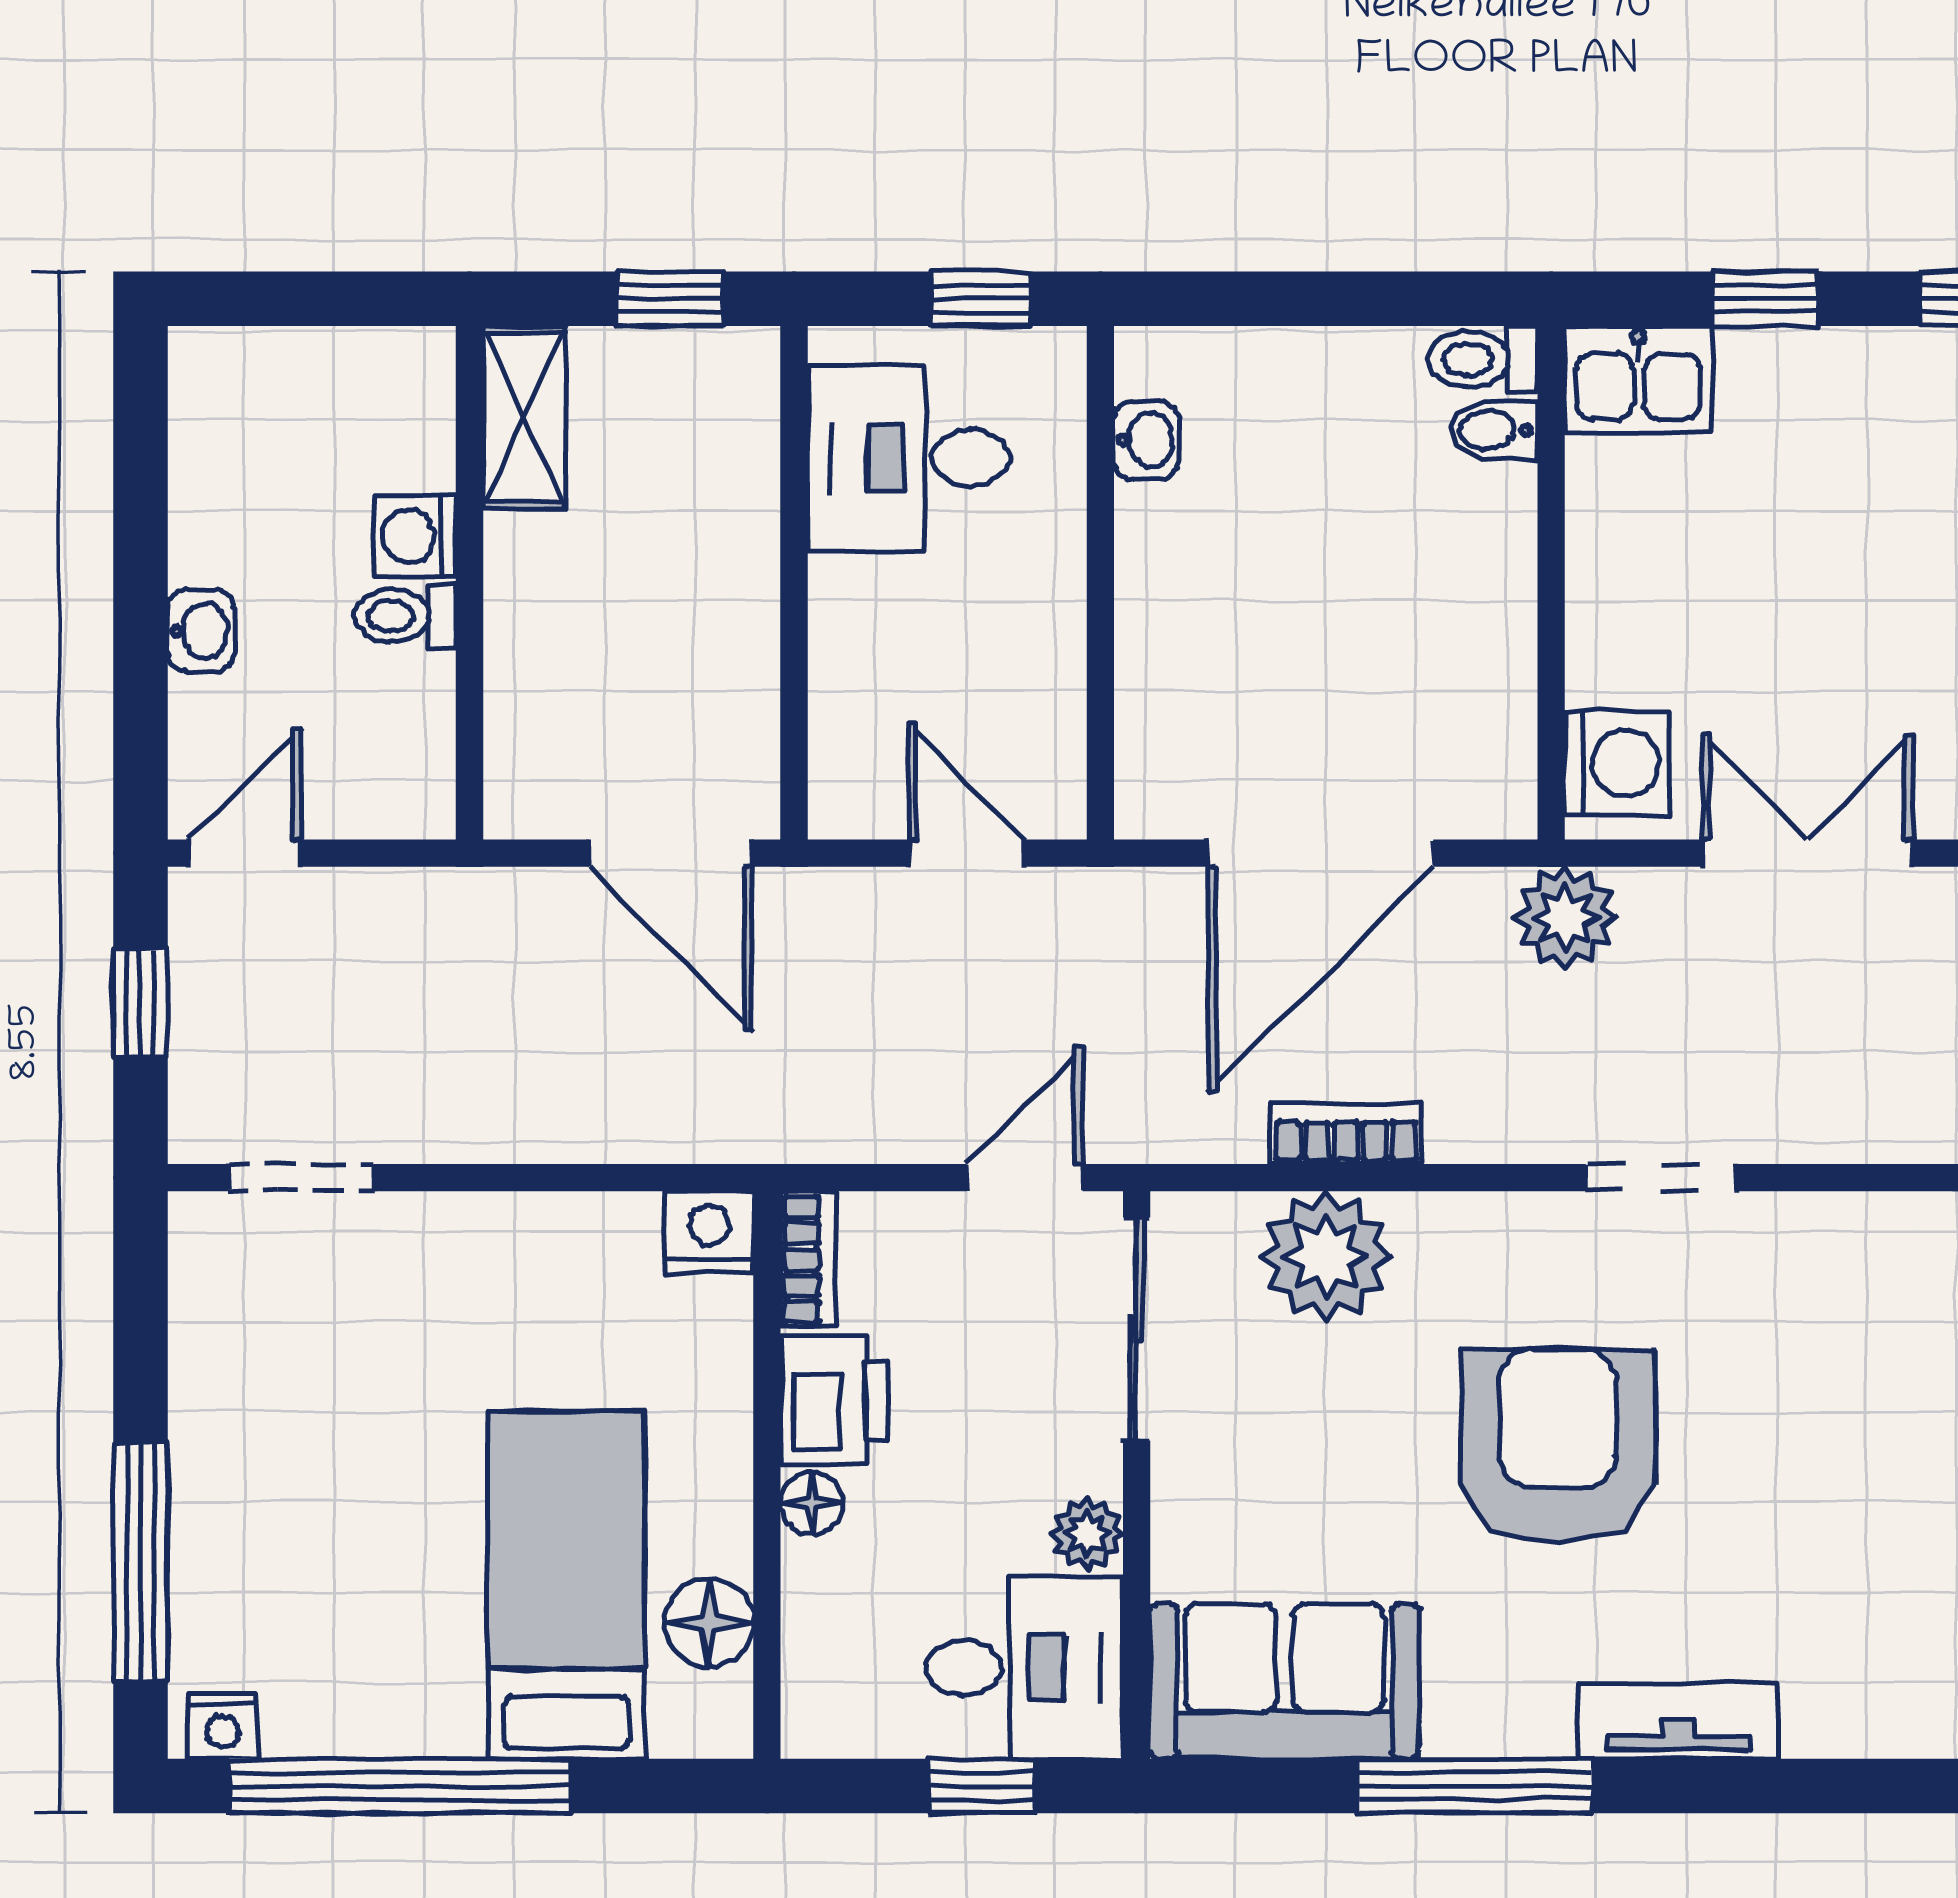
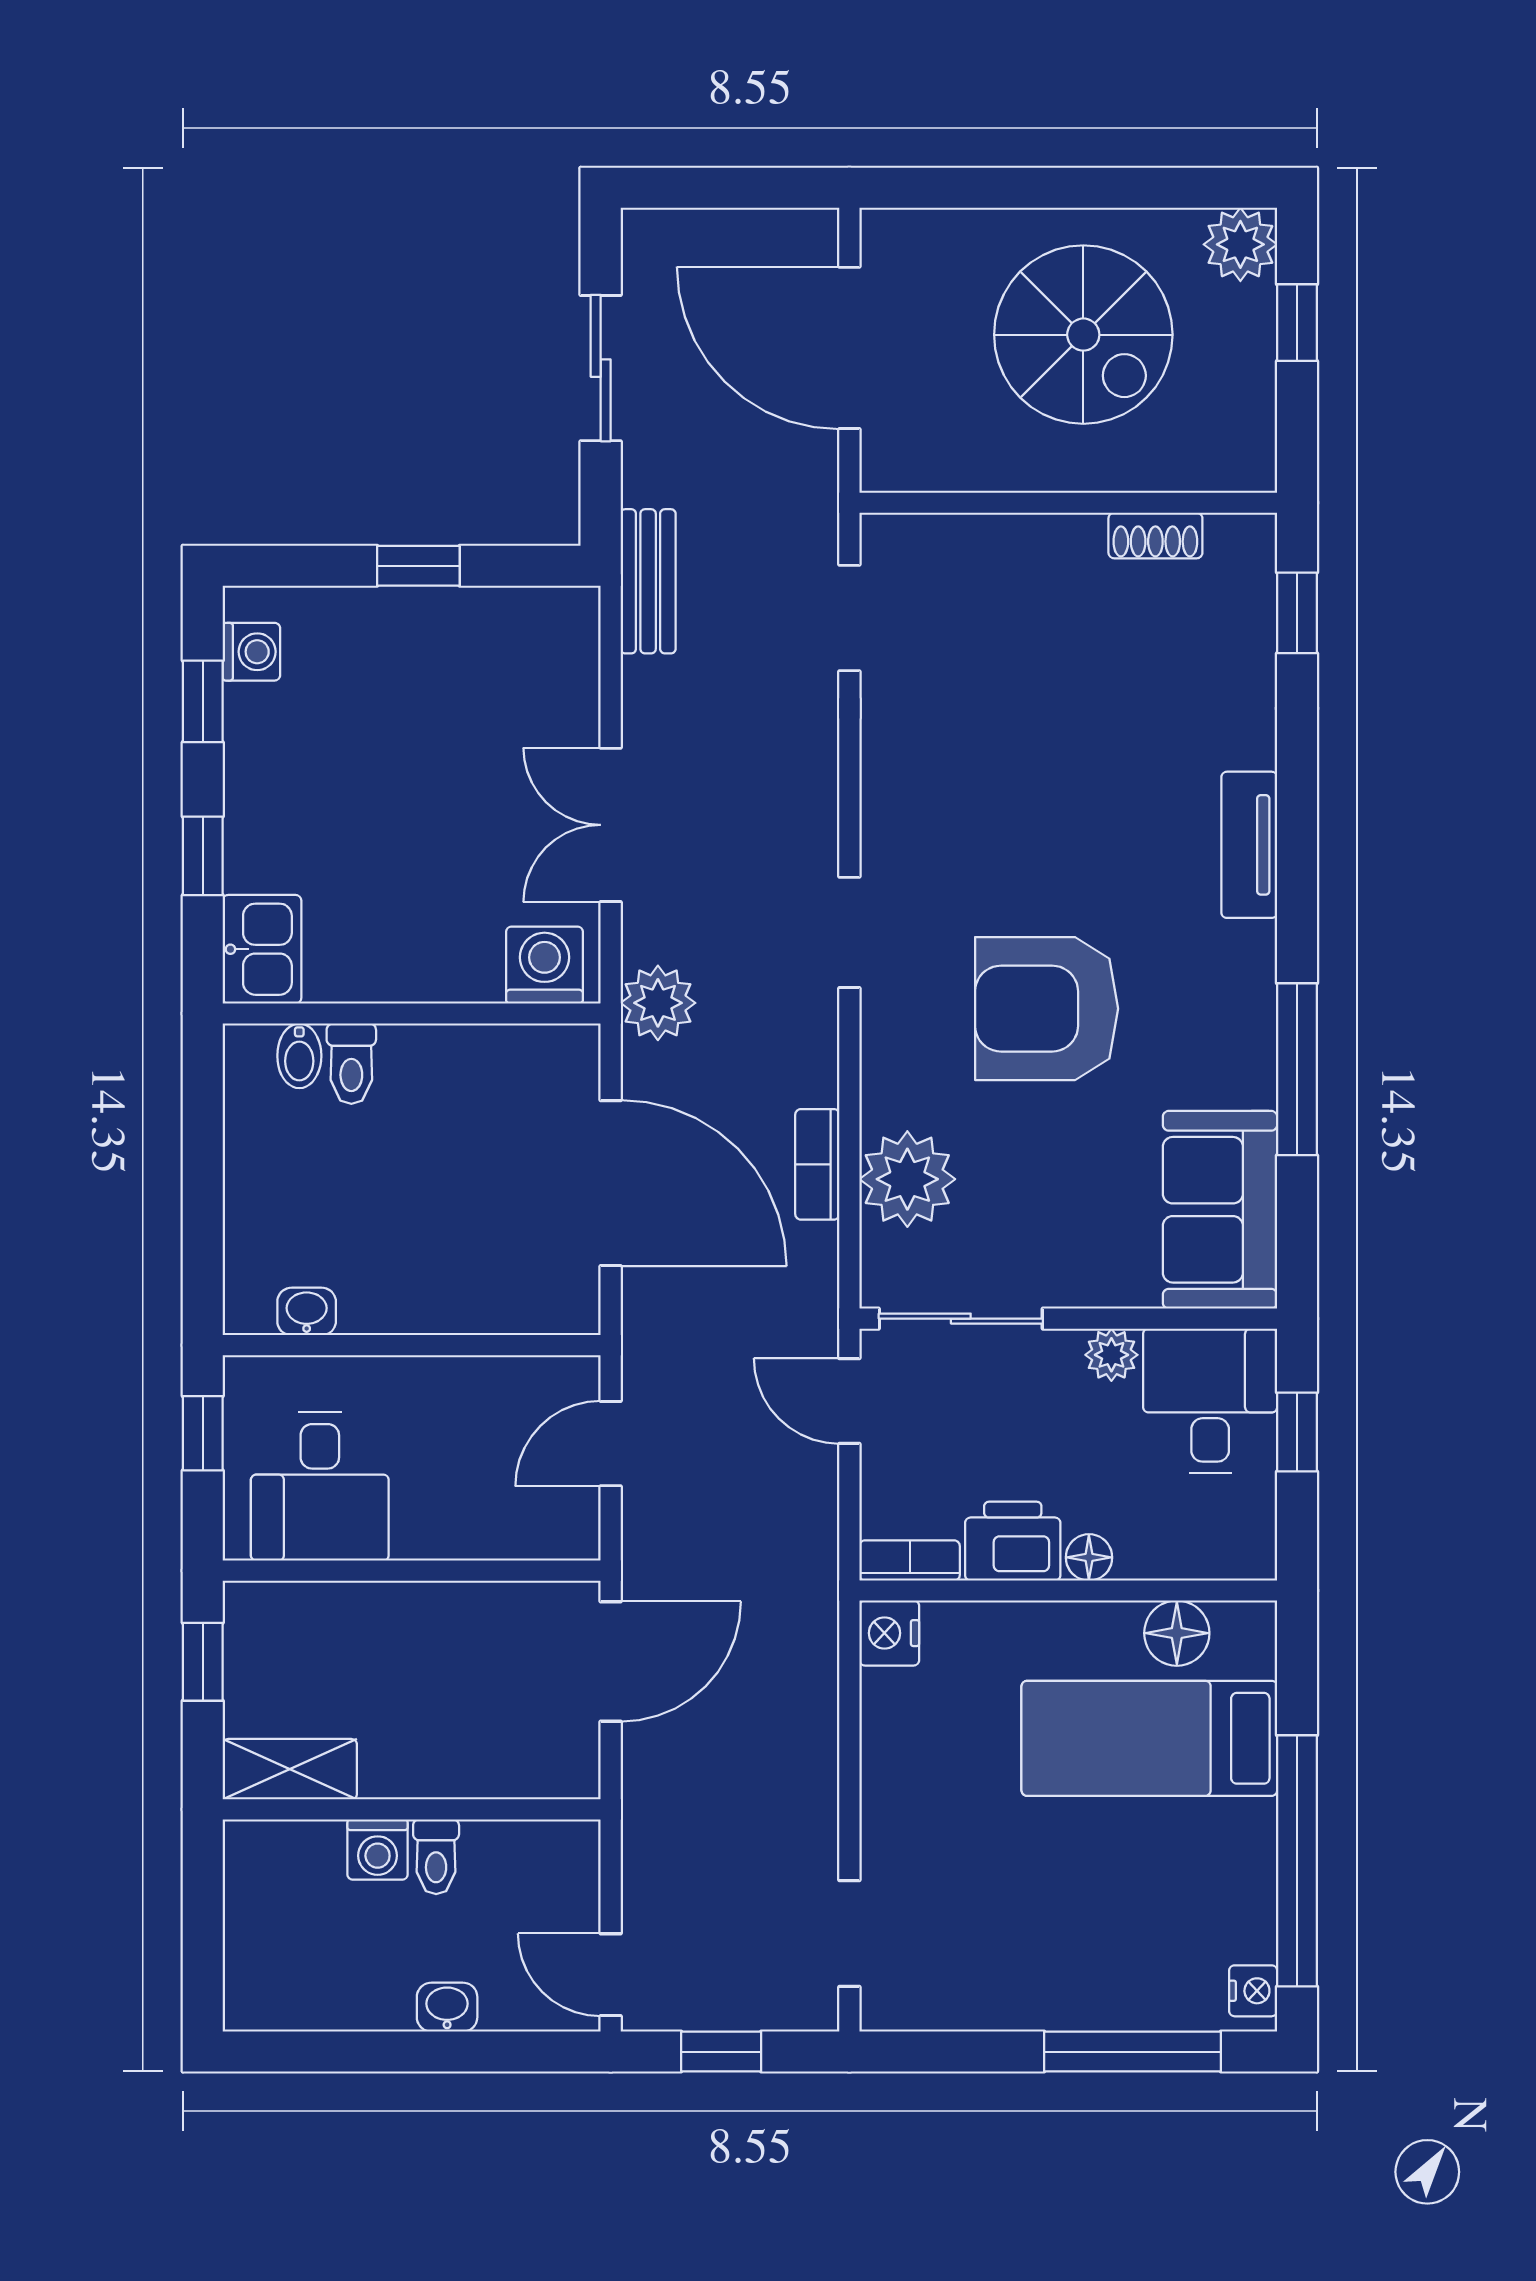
toilet: (1483, 359) -> (351, 1064), moved
tv unit: (1678, 1721) -> (1249, 845), moved

